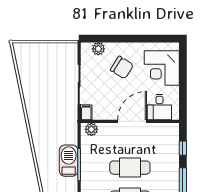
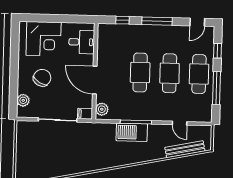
door: (132, 121) -> (95, 80), moved

